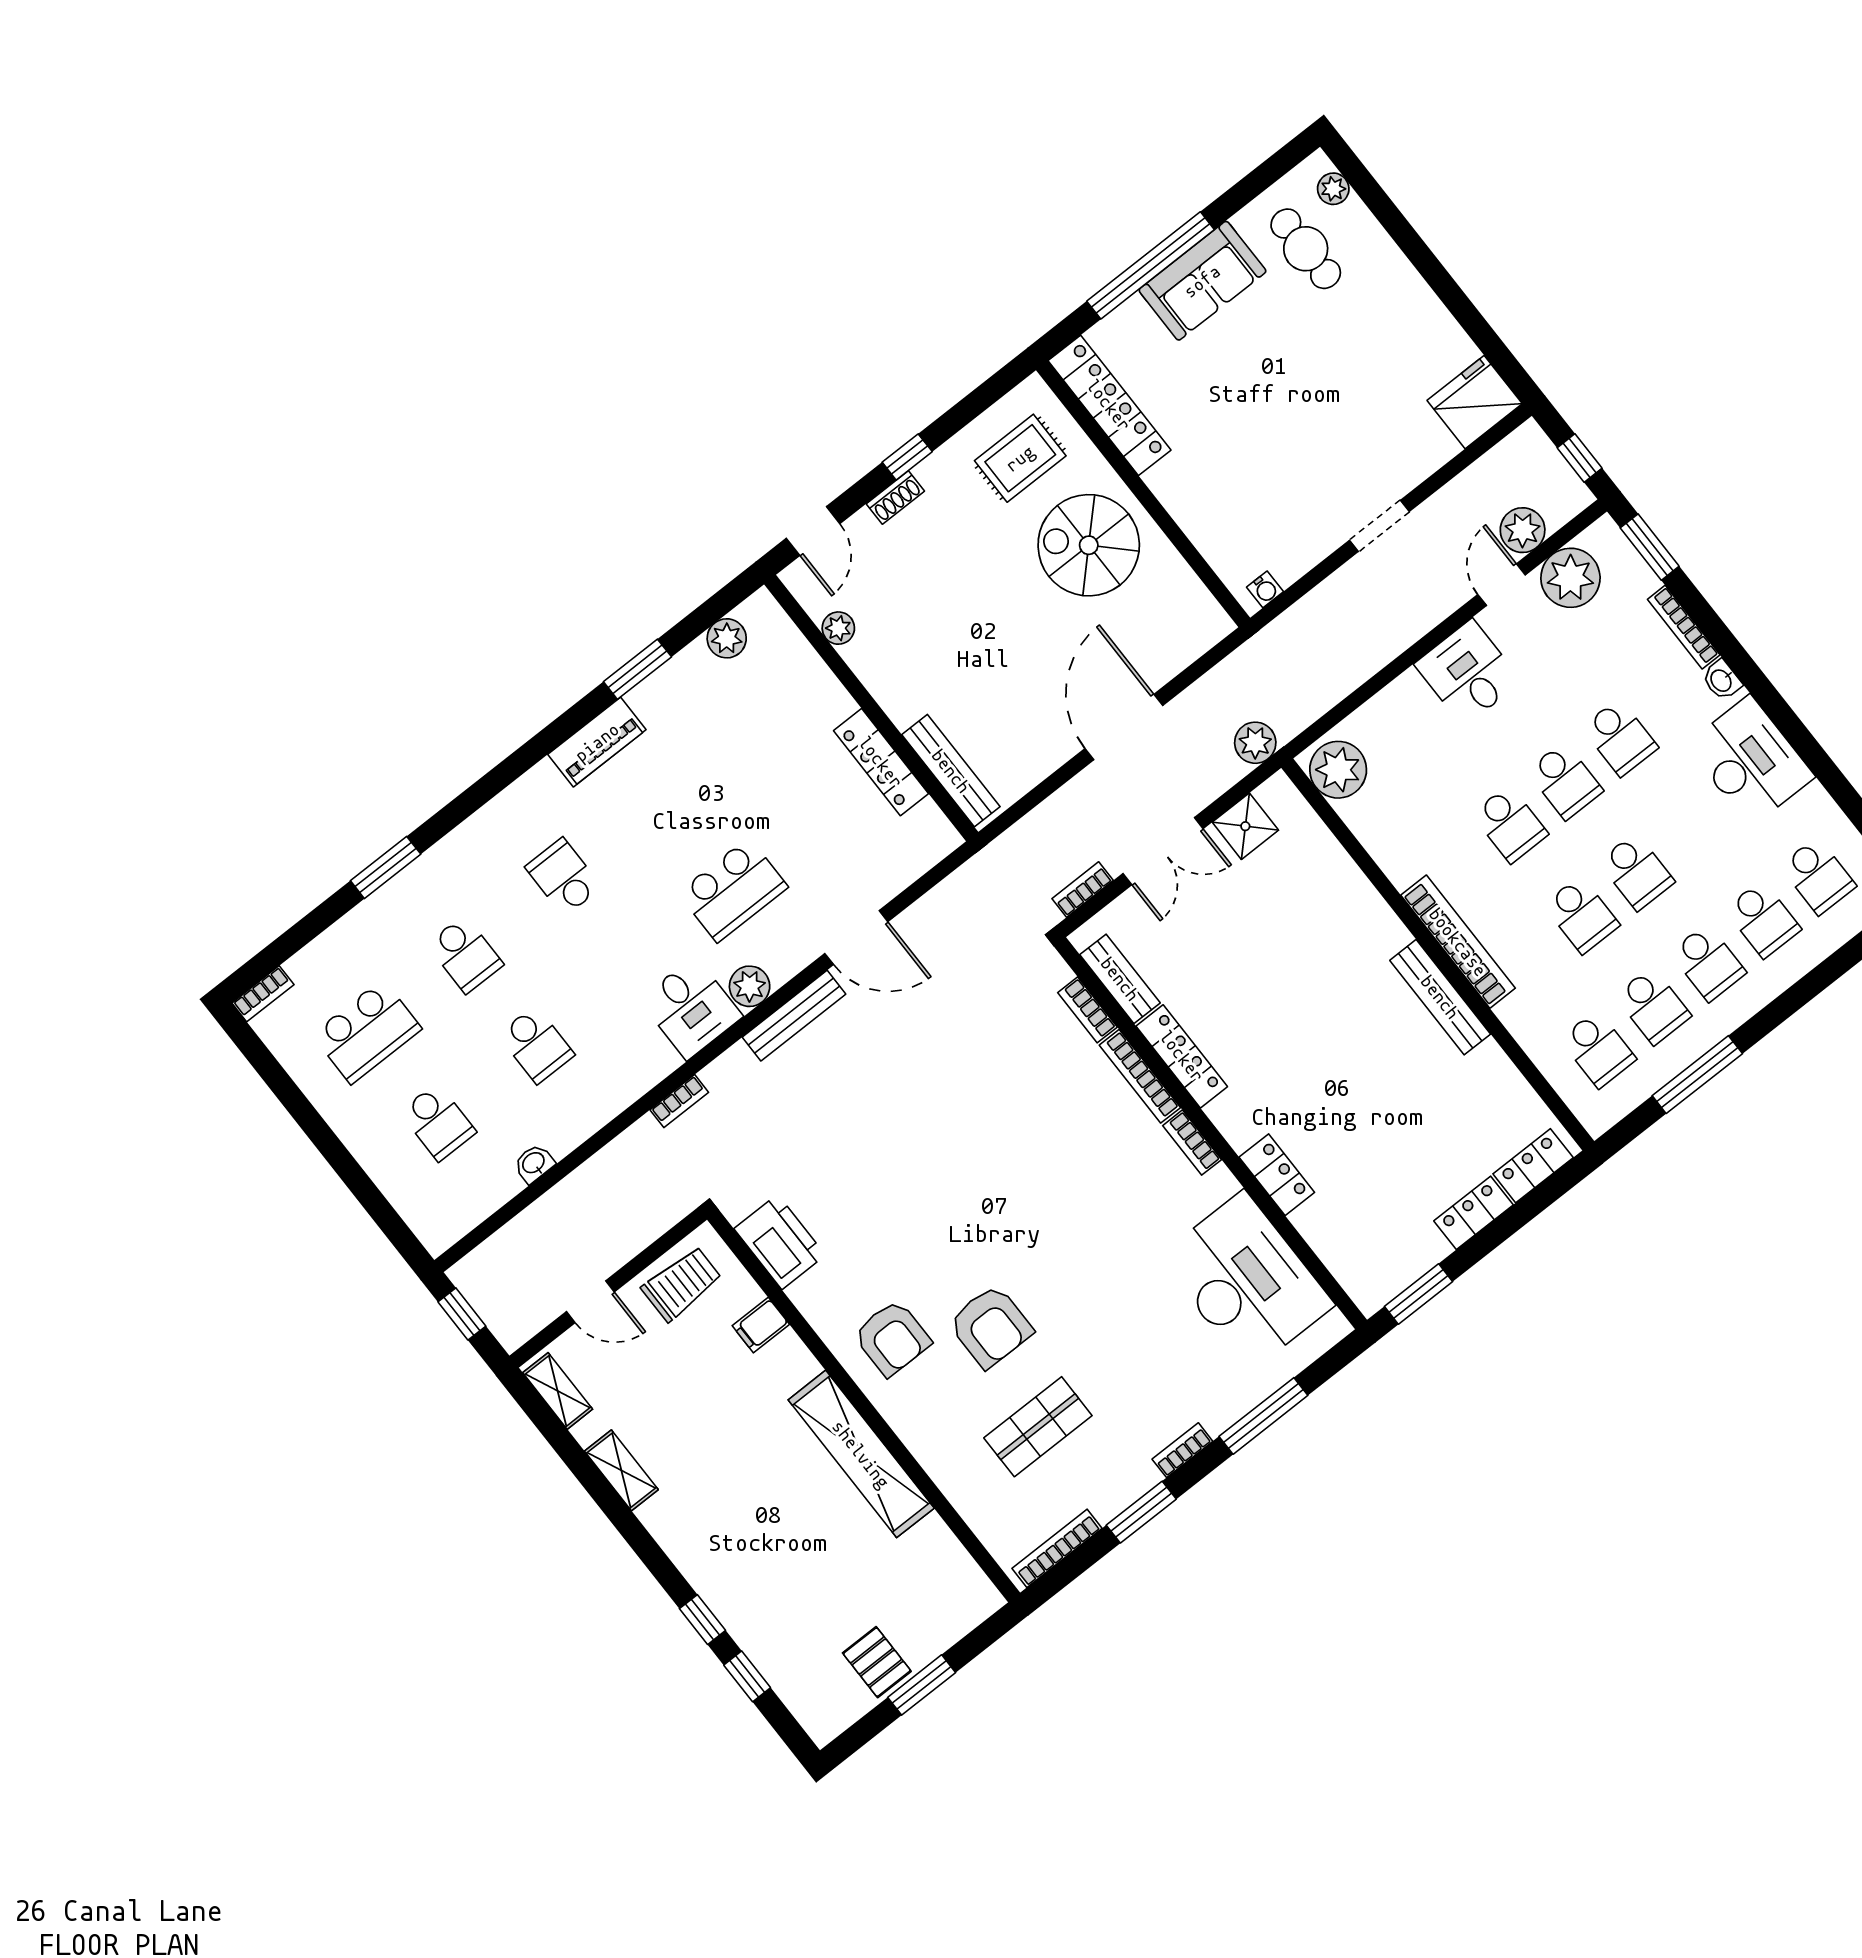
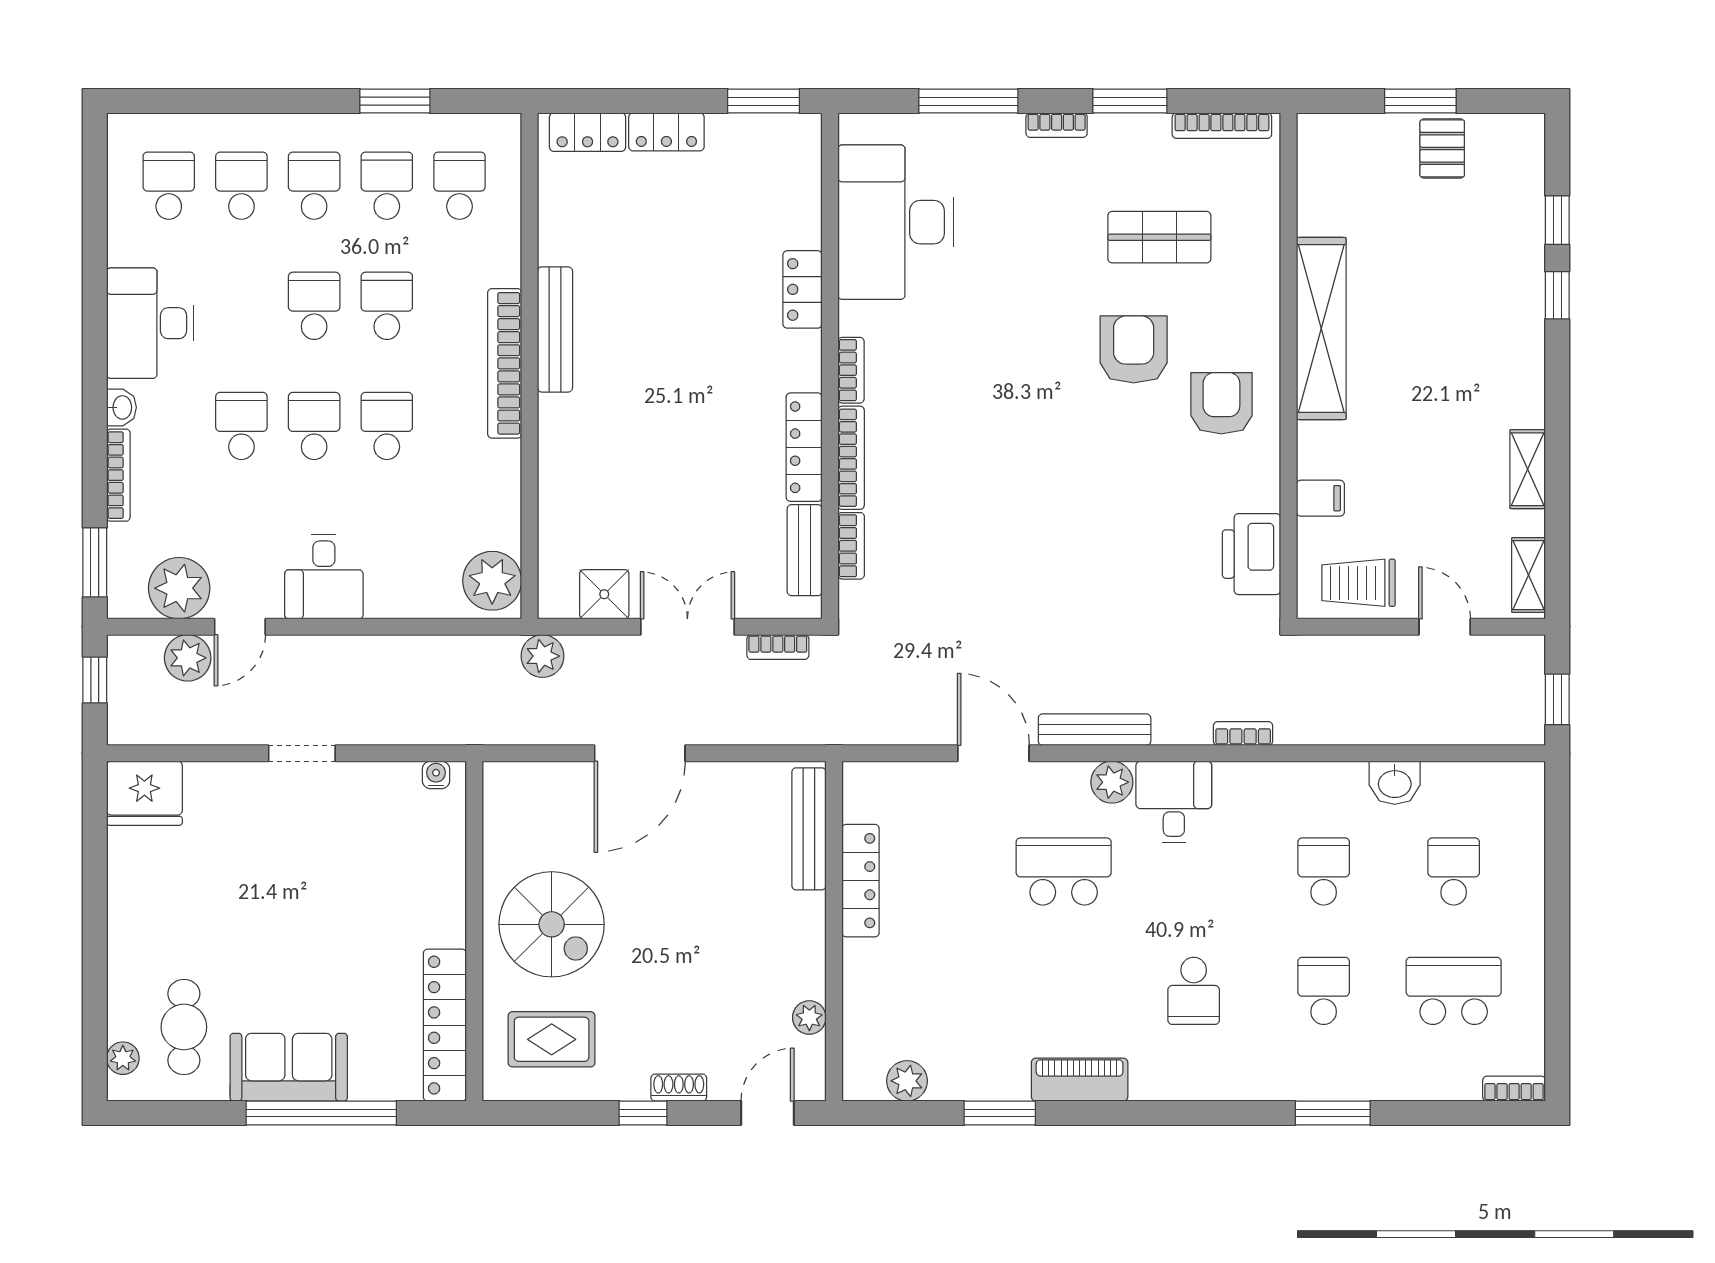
window: (1697, 1075) -> (395, 101), width x0.69
washbasin: (534, 1163) -> (1395, 783), width x1.38, depth x1.45

